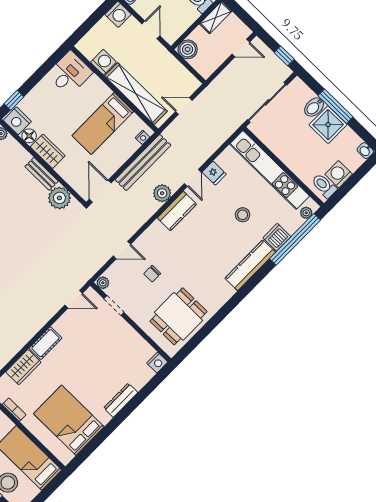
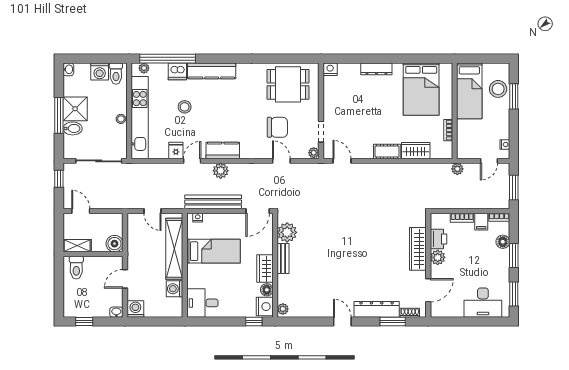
stool: (283, 154) -> (121, 119), added
chair: (152, 274) -> (277, 127), width x1.87, depth x1.87

